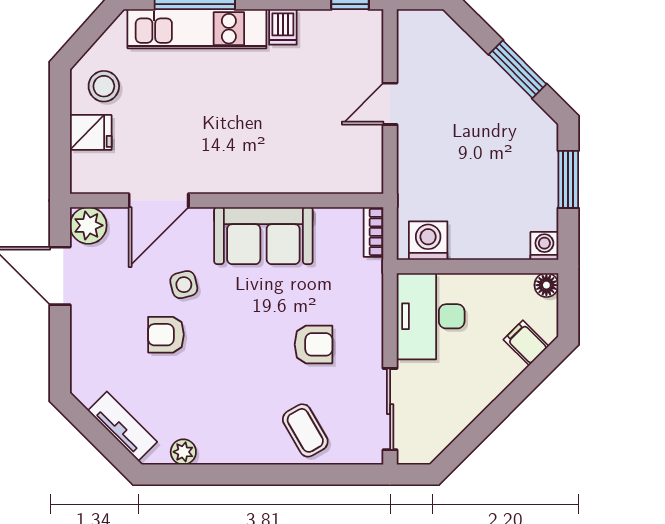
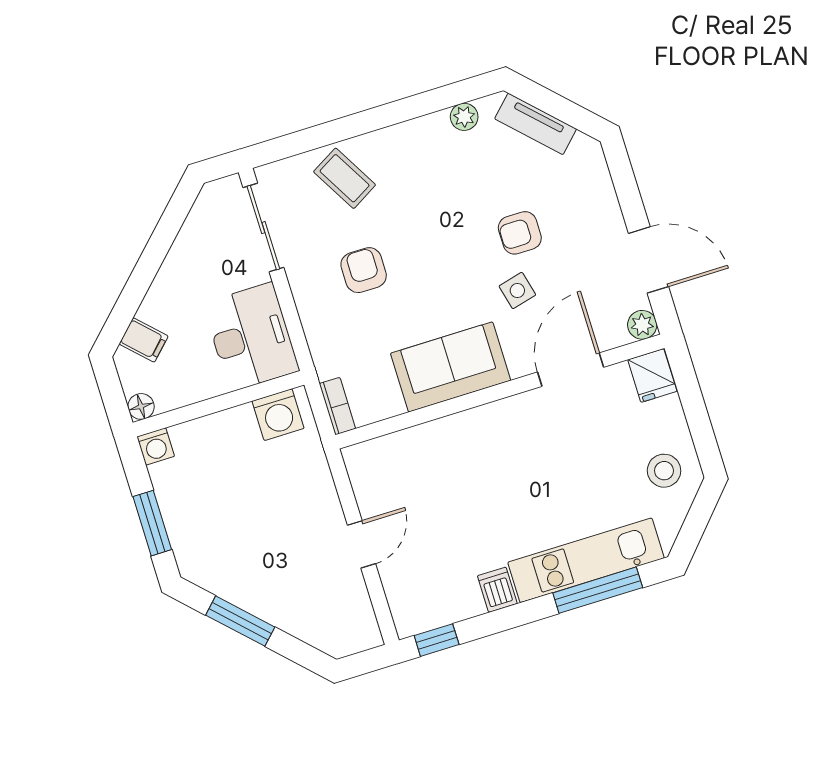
fridge: (91, 132) -> (652, 375), moved, turned -90
plant: (88, 225) -> (642, 325), width x0.73, depth x0.73
armchair: (166, 335) -> (520, 233), turned 180
armchair: (313, 344) -> (364, 270), turned 90

